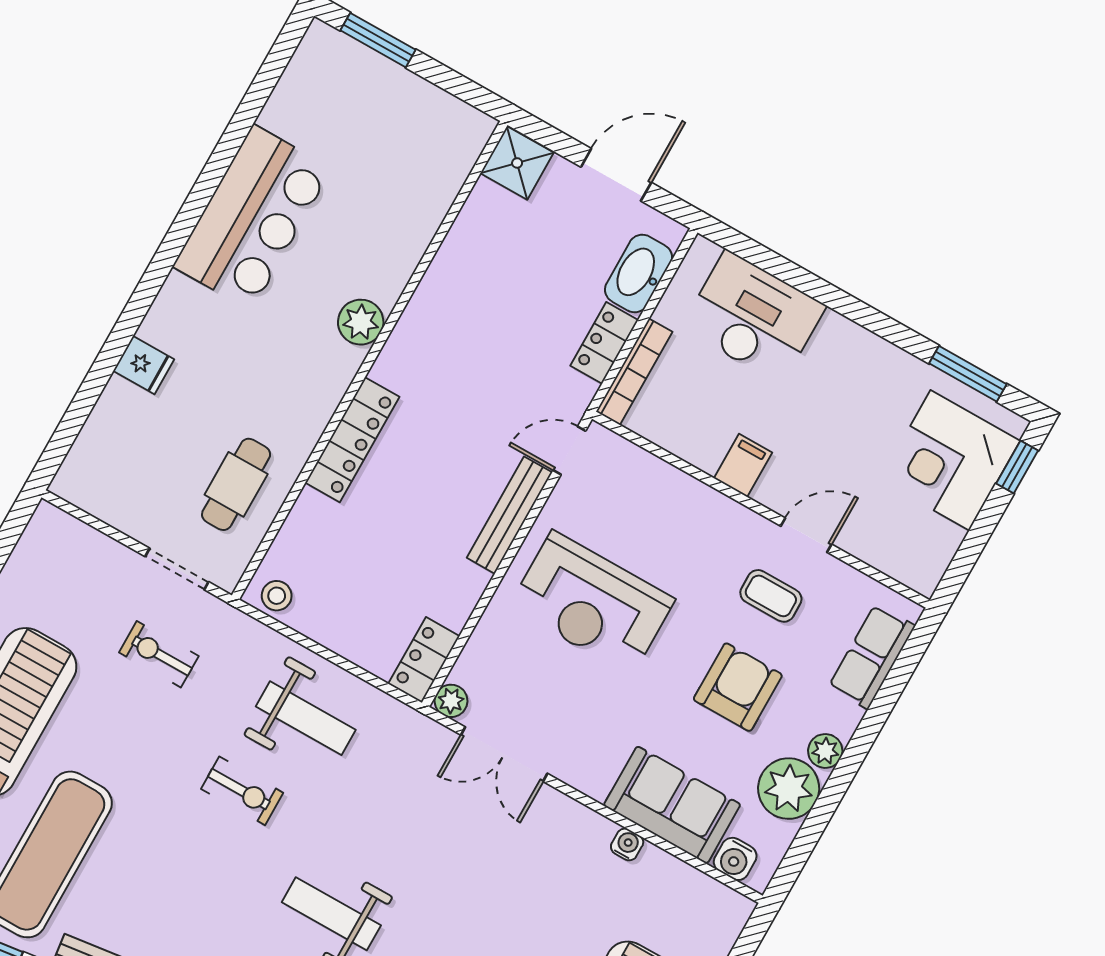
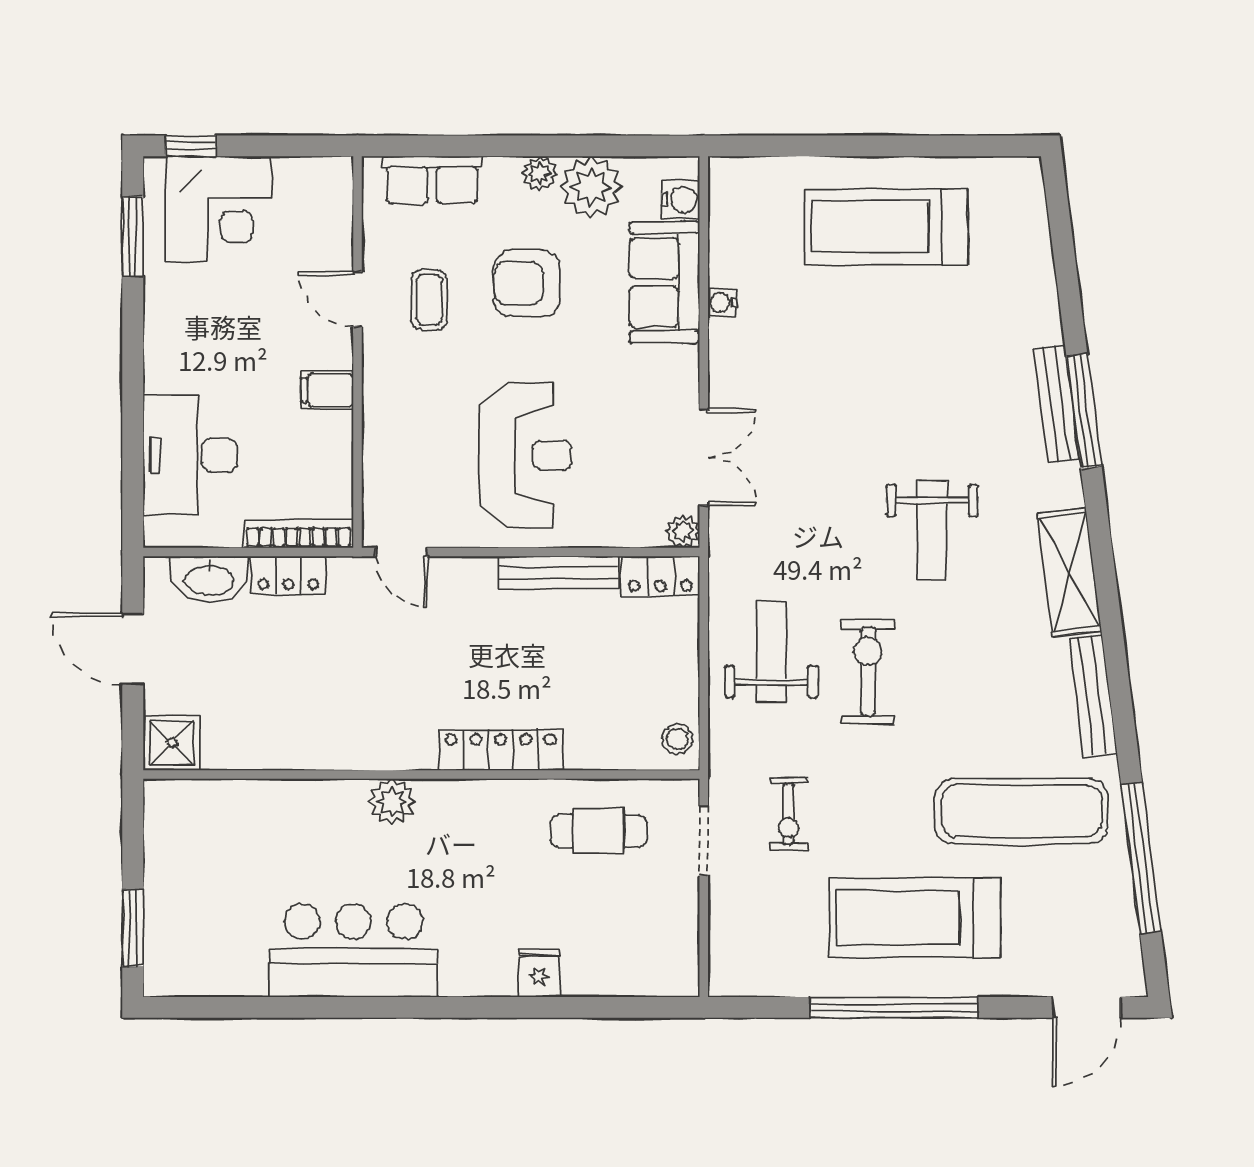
bench: (509, 515) -> (558, 573), moved
exercise bike: (242, 791) -> (868, 671), width x1.38, depth x1.39

